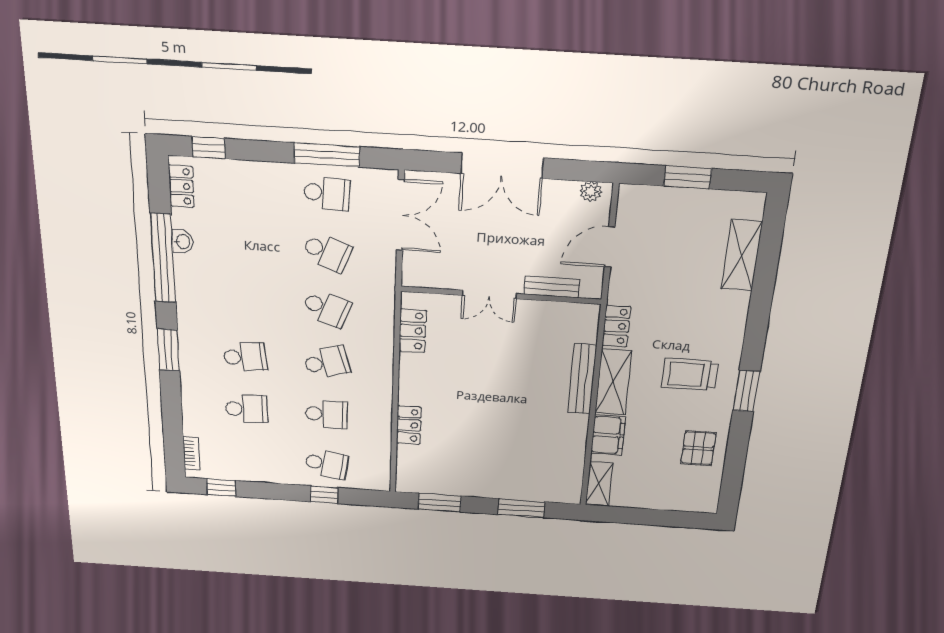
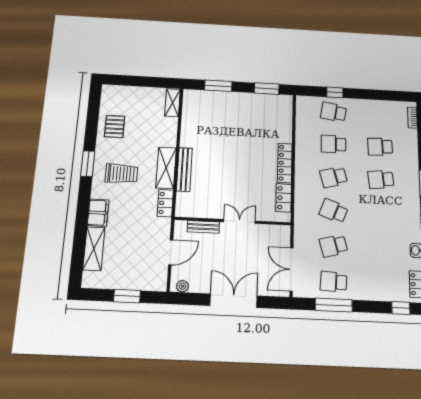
school desk: (327, 252) -> (334, 246), turned -36
locker: (409, 425) -> (285, 163), moved, width x1.53
filing cabinet: (608, 435) -> (98, 213), moved, turned 180
window: (221, 488) -> (395, 96), removed

